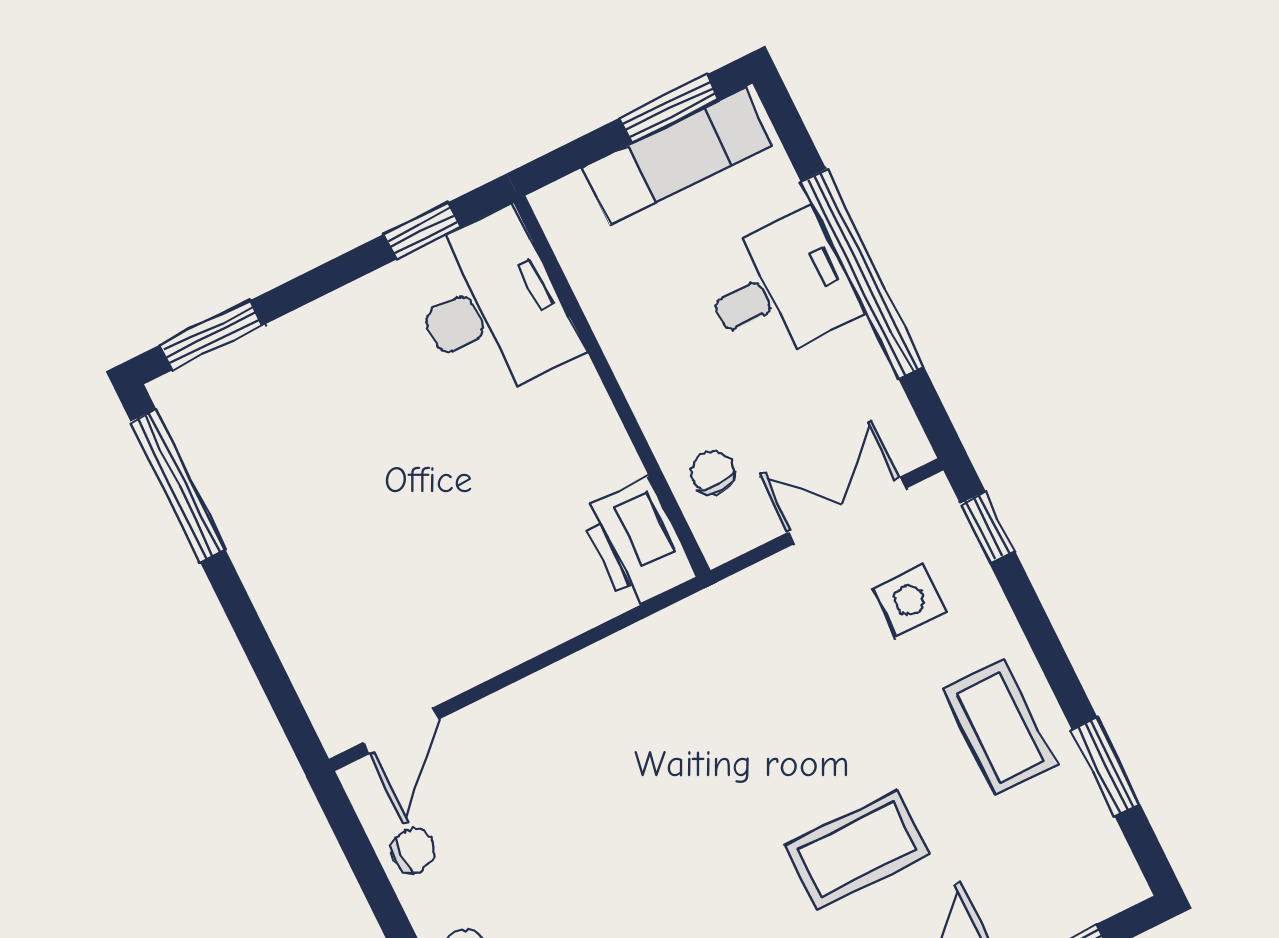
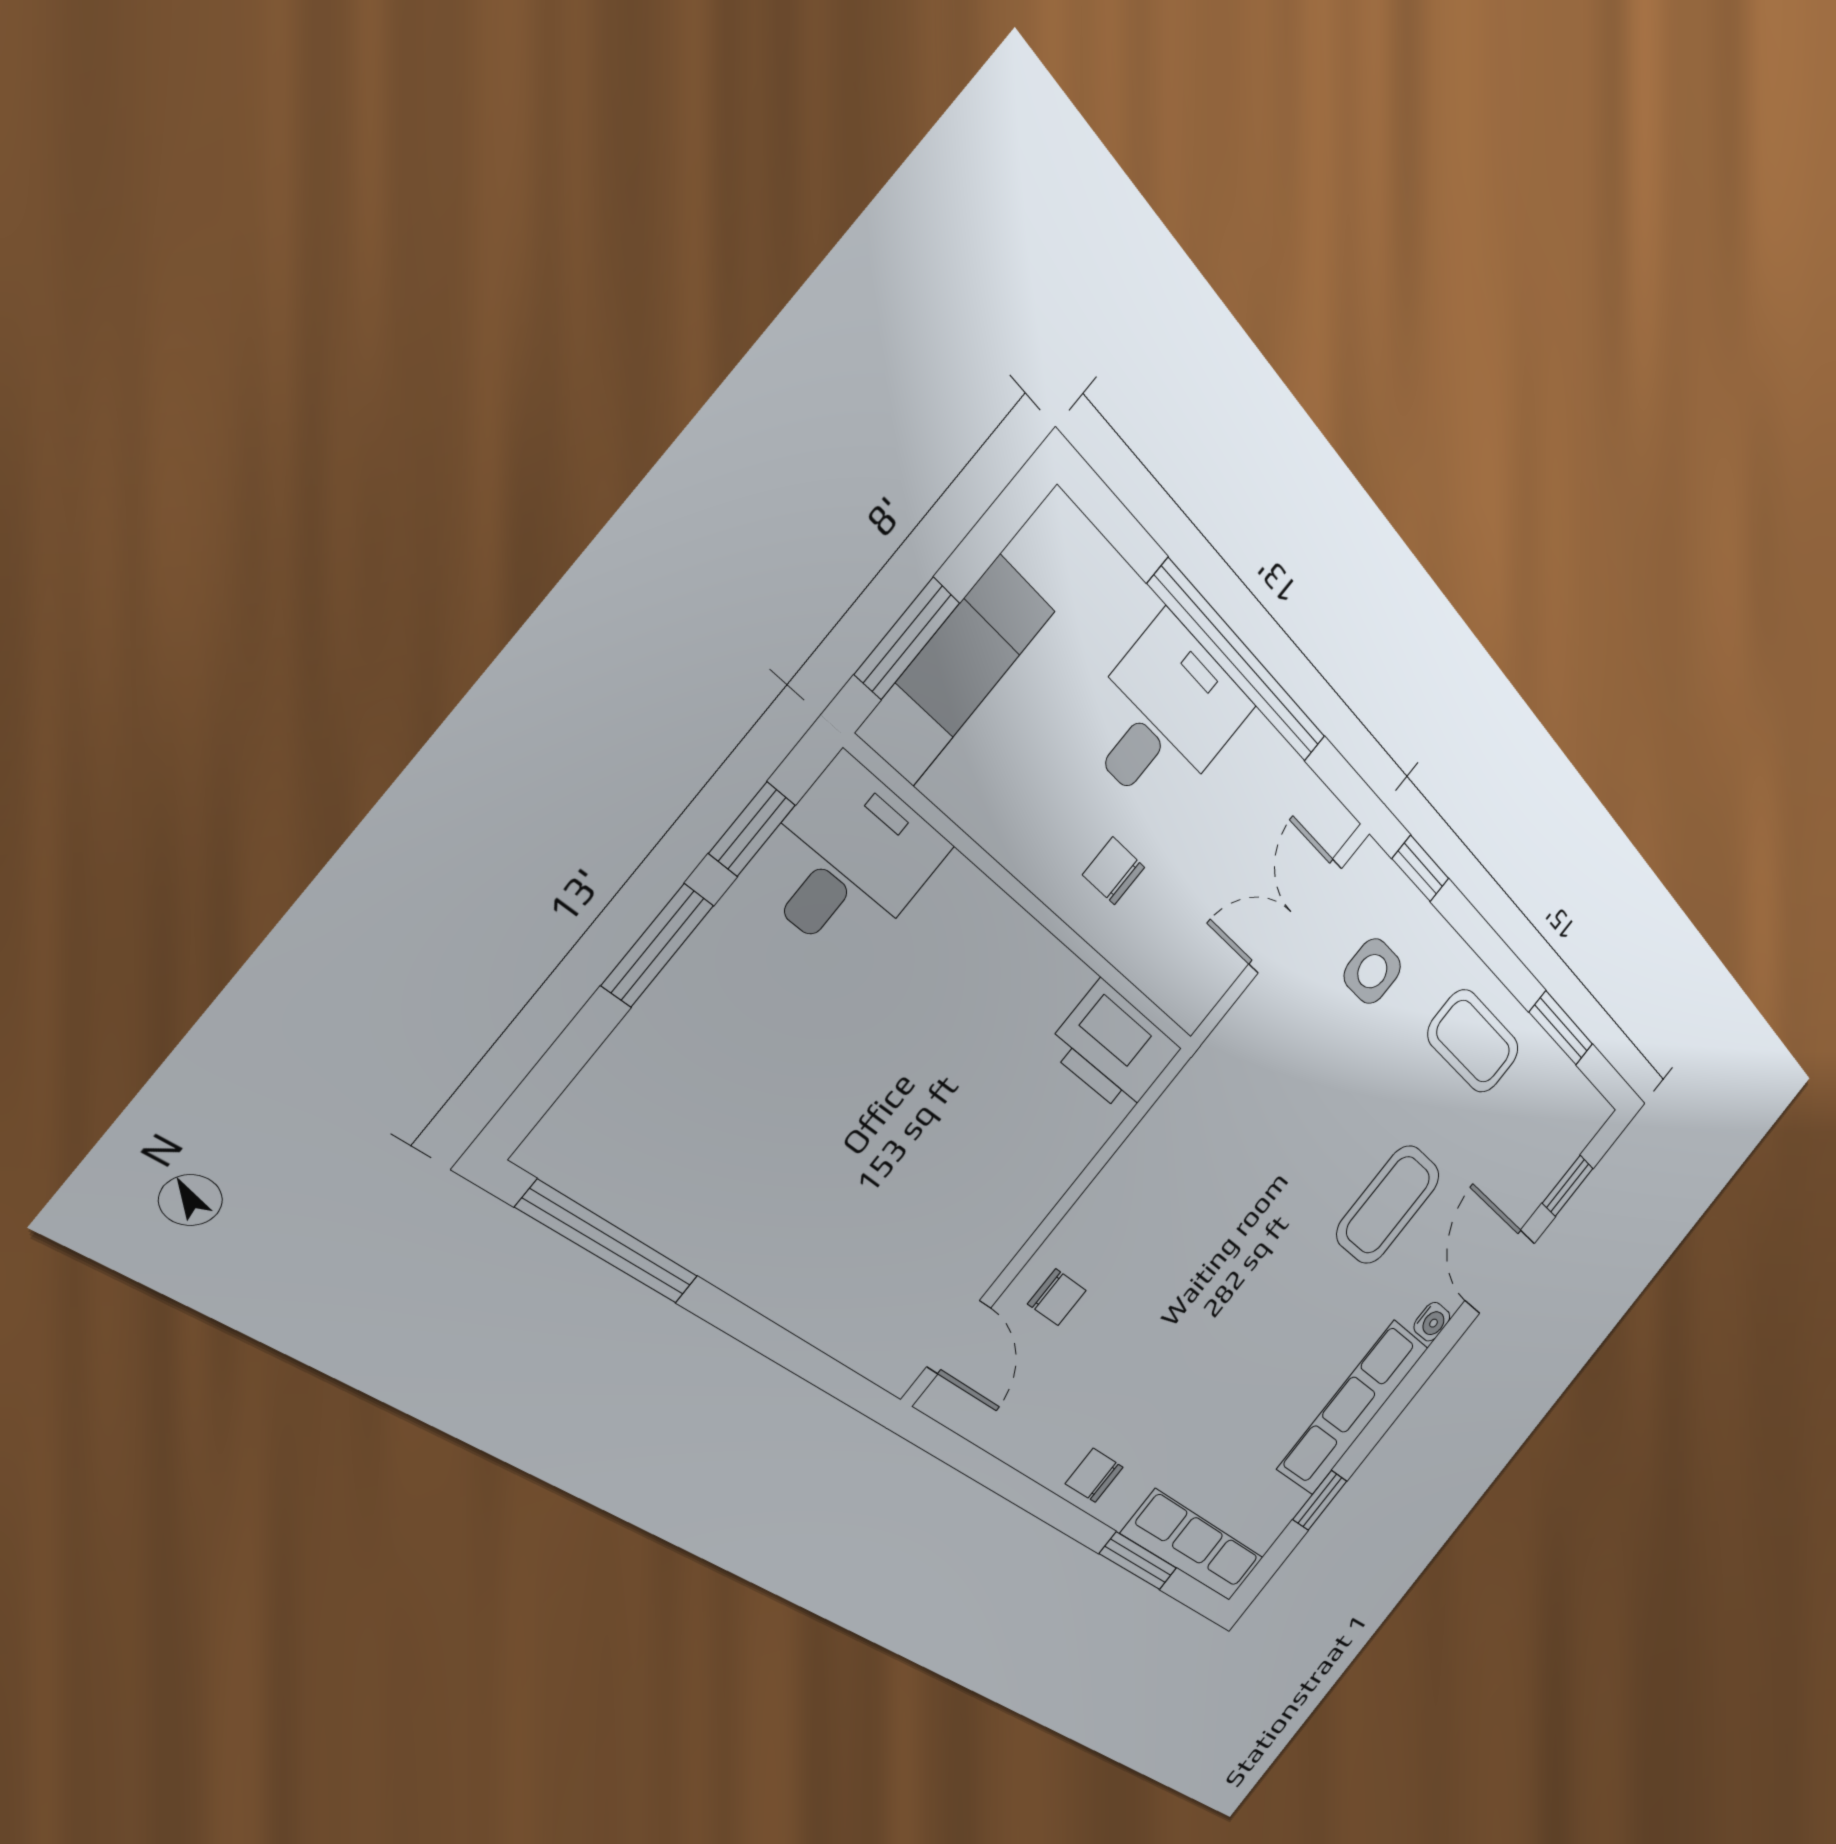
window: (669, 109) -> (907, 639), moved
exam couch: (677, 156) -> (956, 671), moved
desk: (491, 306) -> (848, 862), width x0.73
window: (211, 335) -> (657, 946), moved
chair: (713, 472) -> (1114, 871), moved
chair: (413, 850) -> (1057, 1297), moved, turned 90

